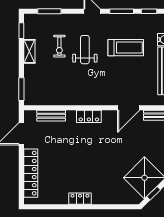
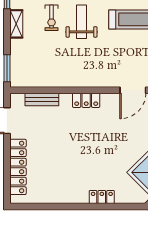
locker: (80, 199) -> (102, 197), moved

